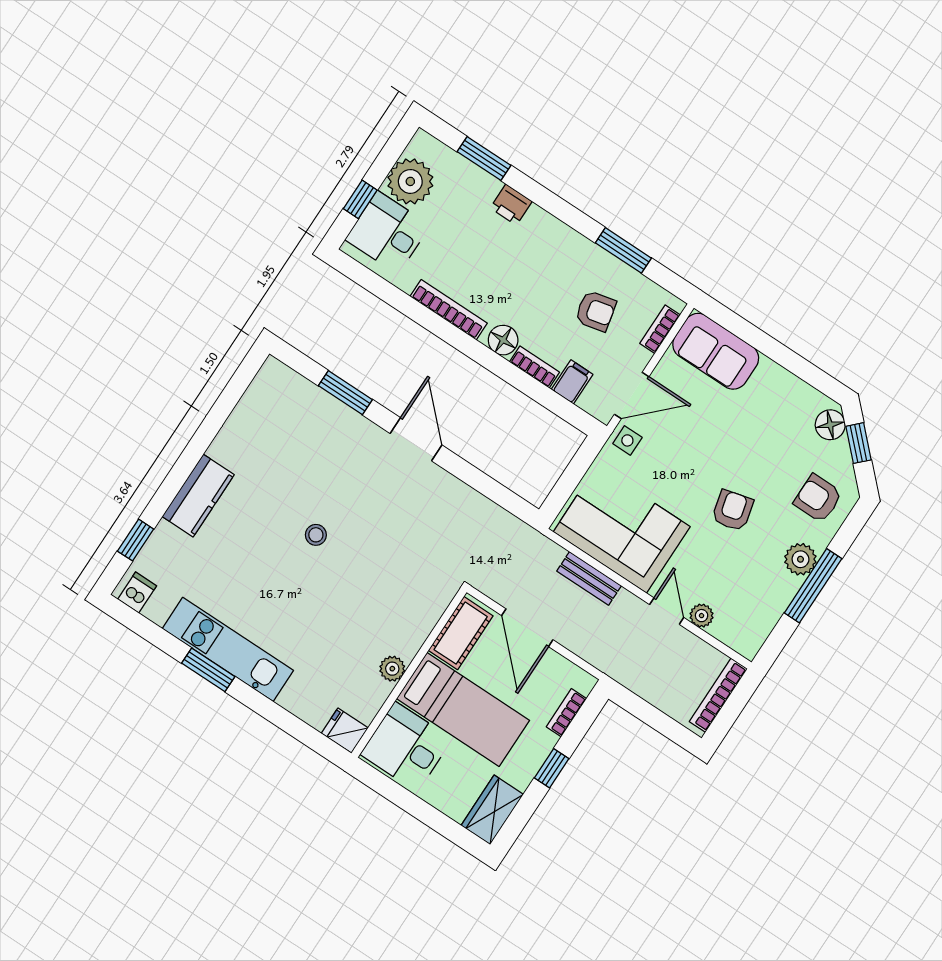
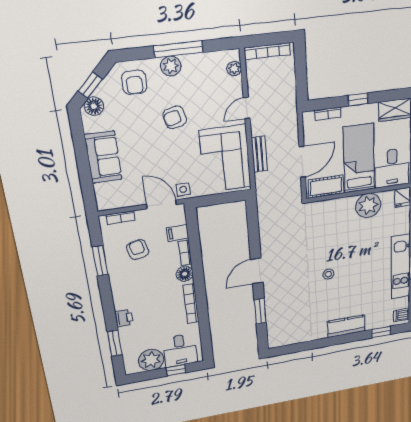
sofa: (716, 351) -> (103, 157), moved
plant: (702, 616) -> (234, 69), moved
plant: (392, 669) -> (368, 205), width x1.88, depth x1.88

